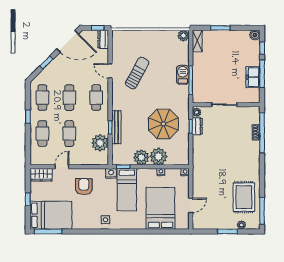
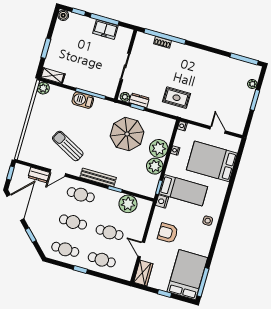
dresser: (103, 39) -> (39, 175), moved
bench: (116, 127) -> (98, 177), moved
rug: (244, 197) -> (176, 98), moved, width x0.73, depth x0.70

